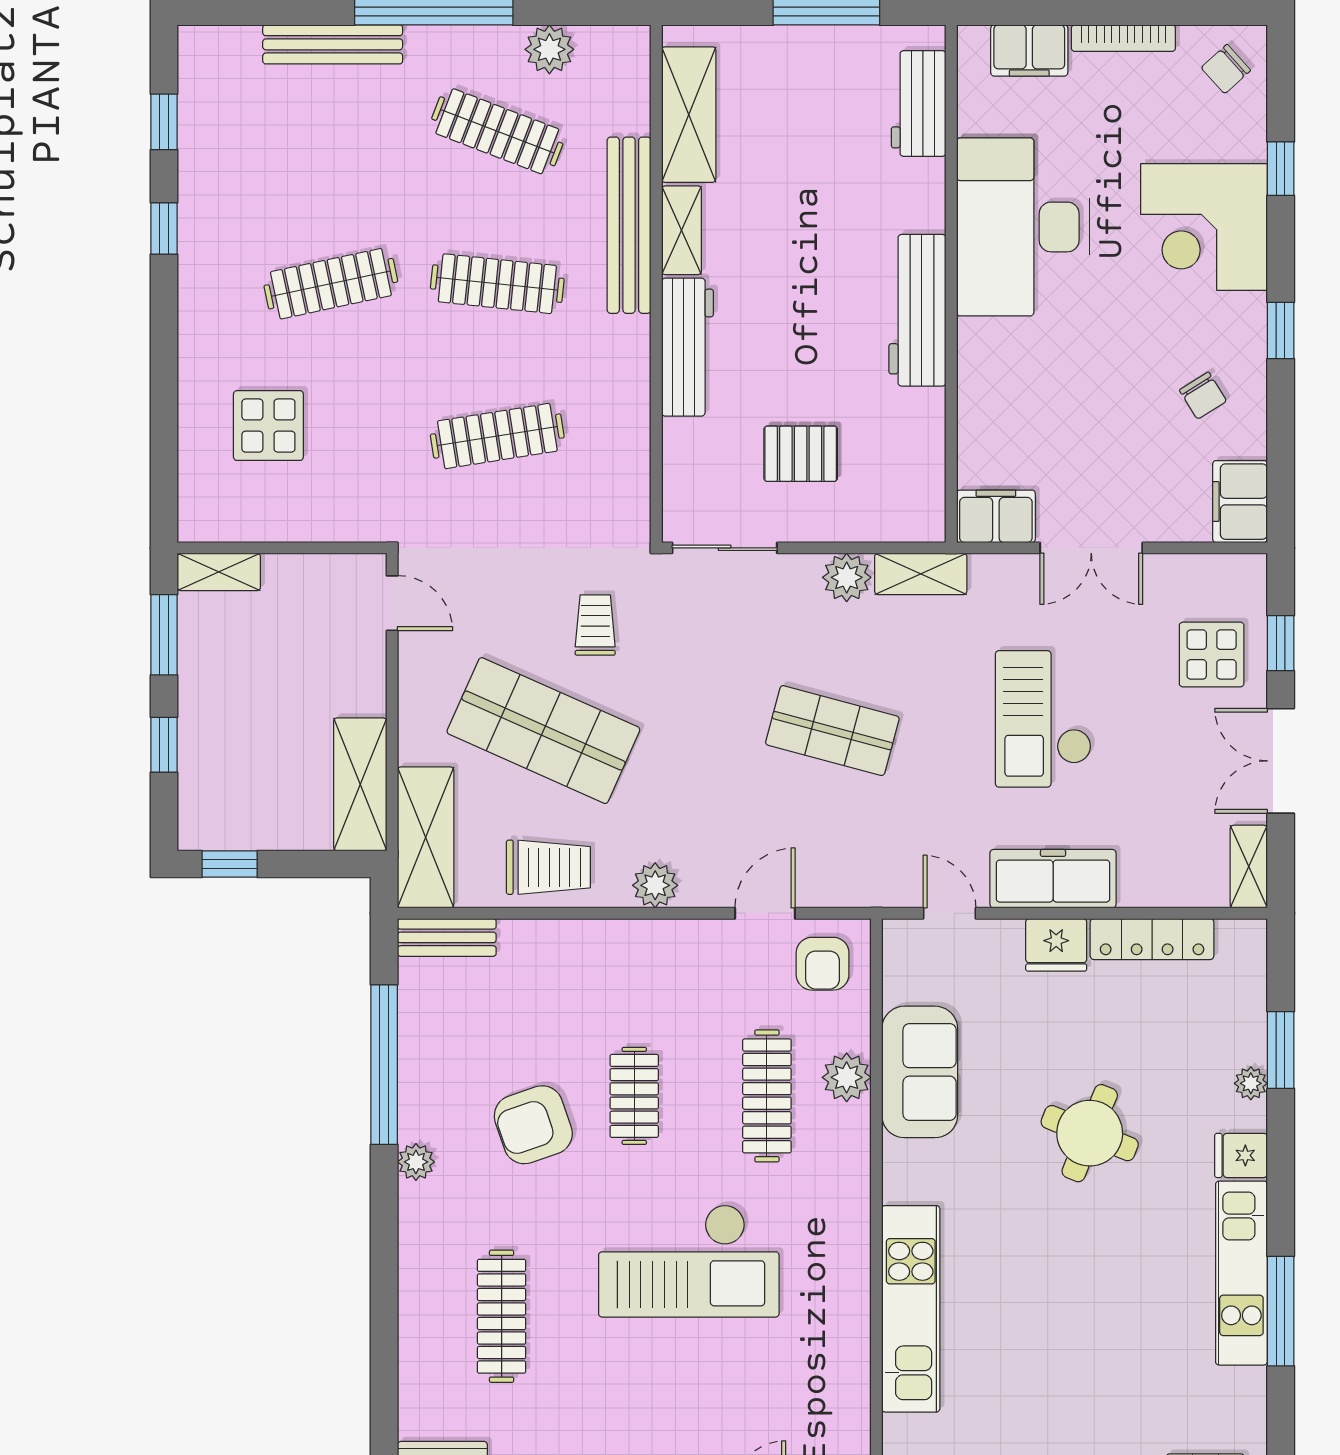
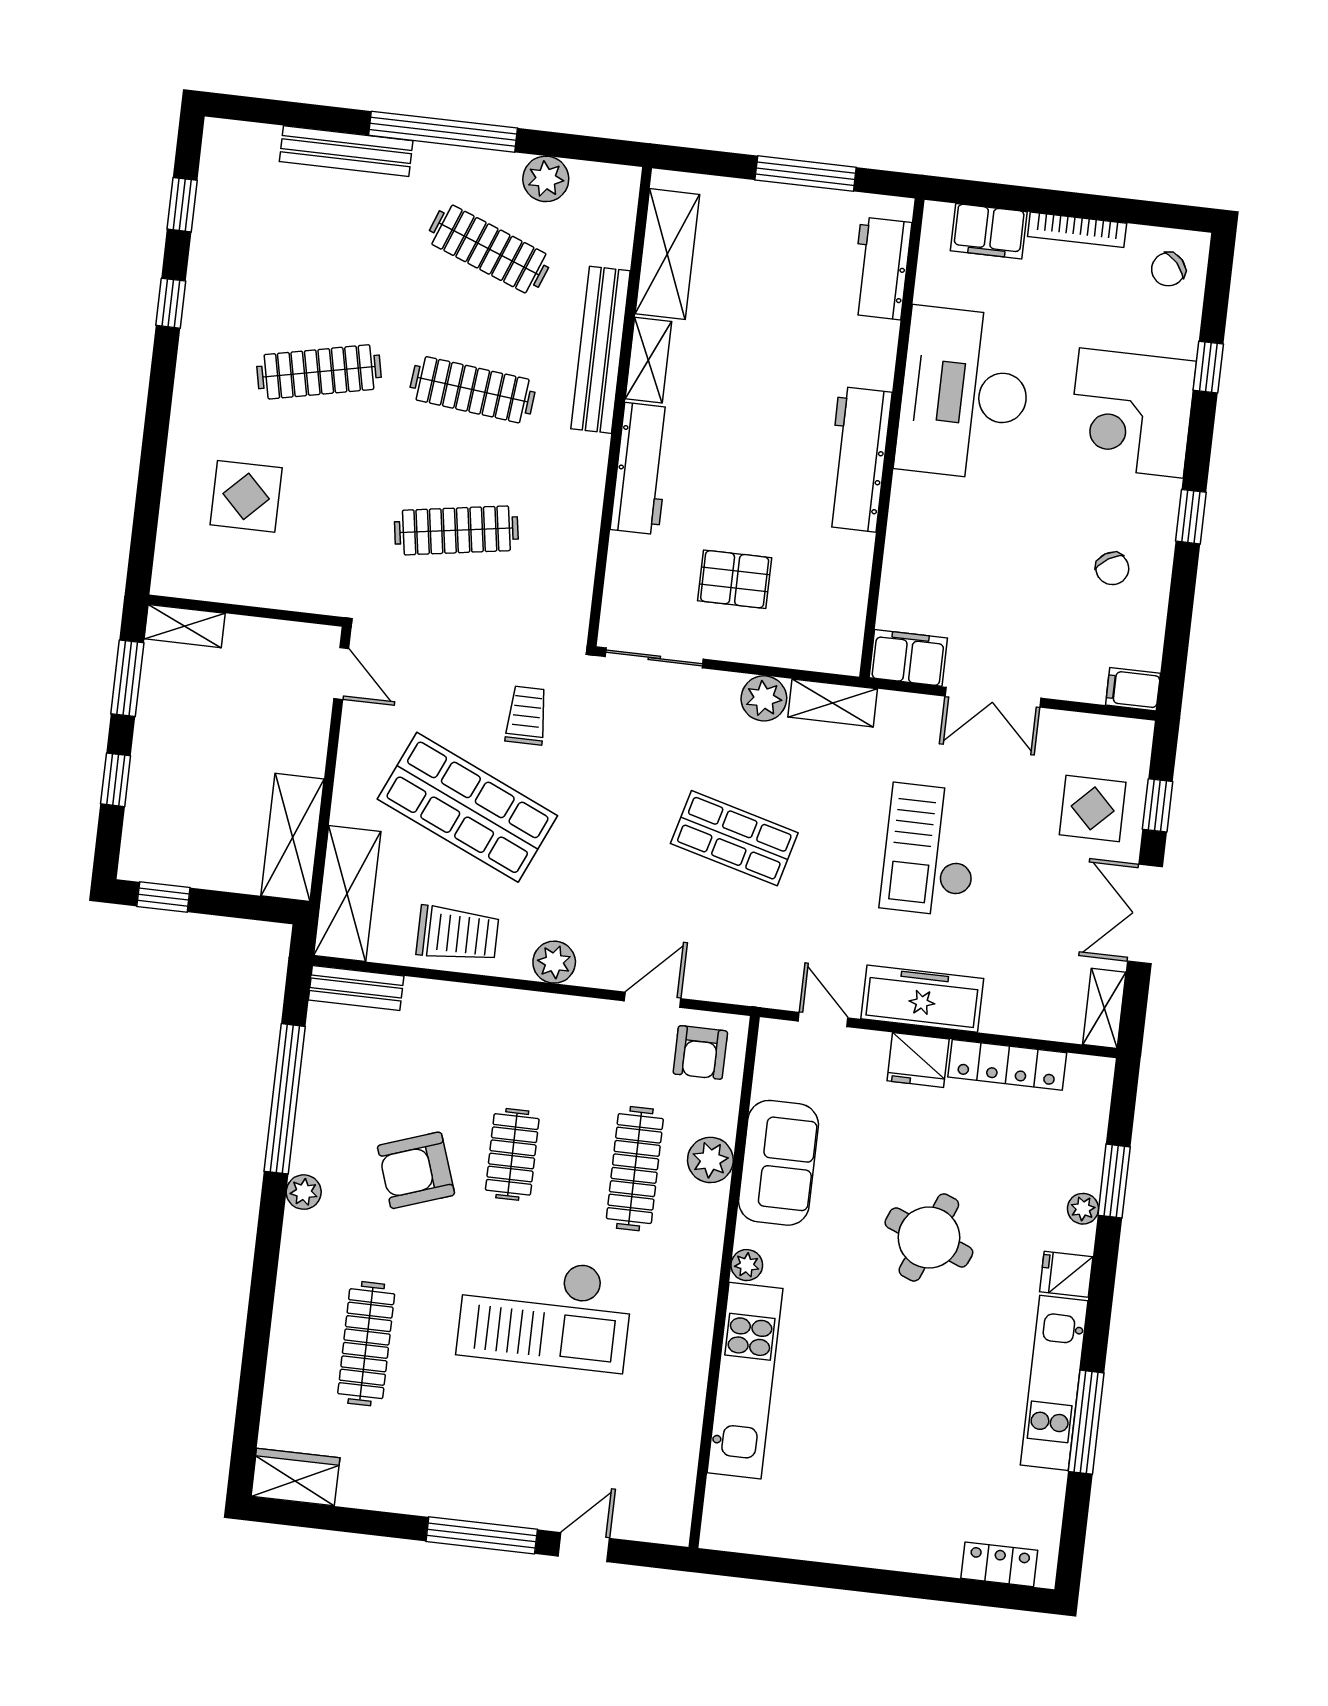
filing cabinet: (1240, 502) -> (1133, 689), width x0.50
plant: (898, 1185) -> (747, 1265), added

